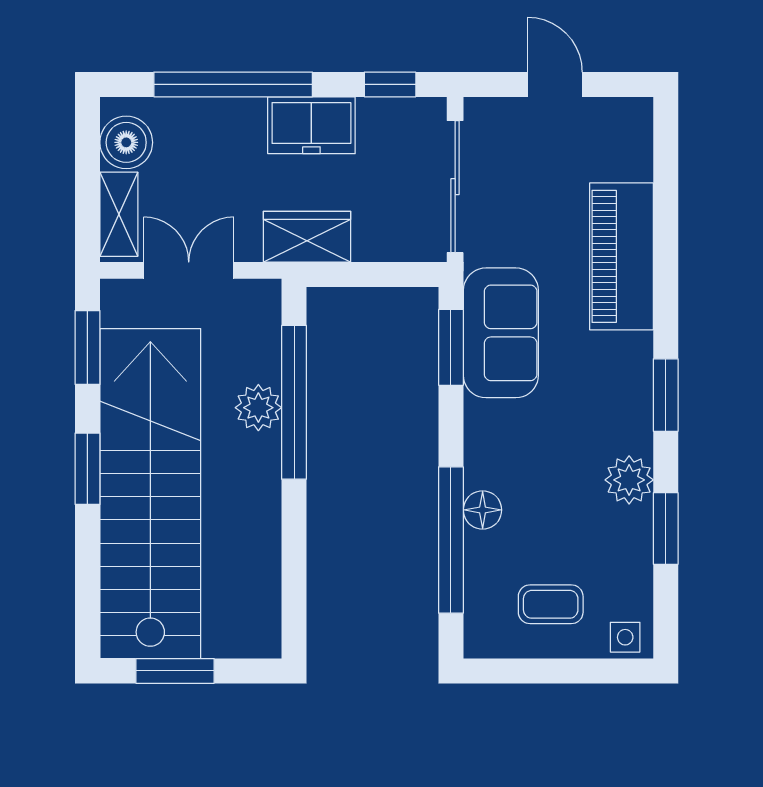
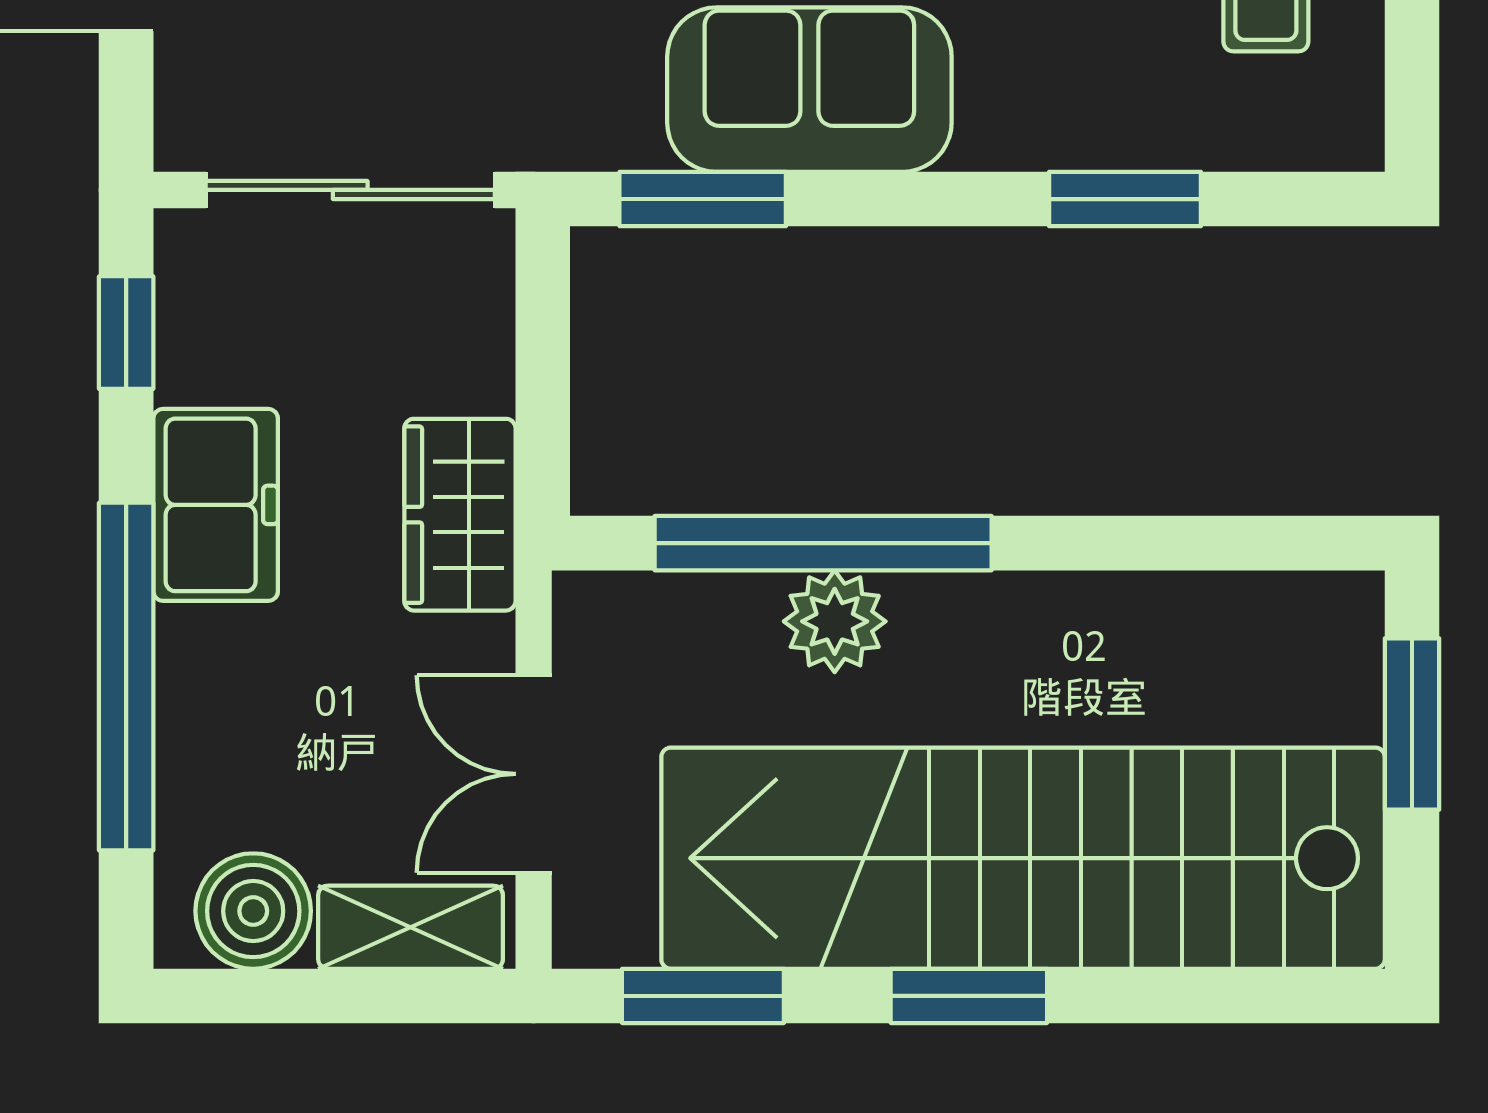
sofa: (501, 333) -> (809, 90), moved
floor lamp: (483, 510) -> (1059, 130), removed
window: (451, 540) -> (1125, 199), width x0.47
window: (175, 671) -> (1412, 724), moved

